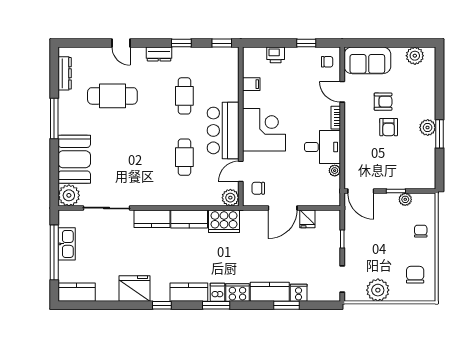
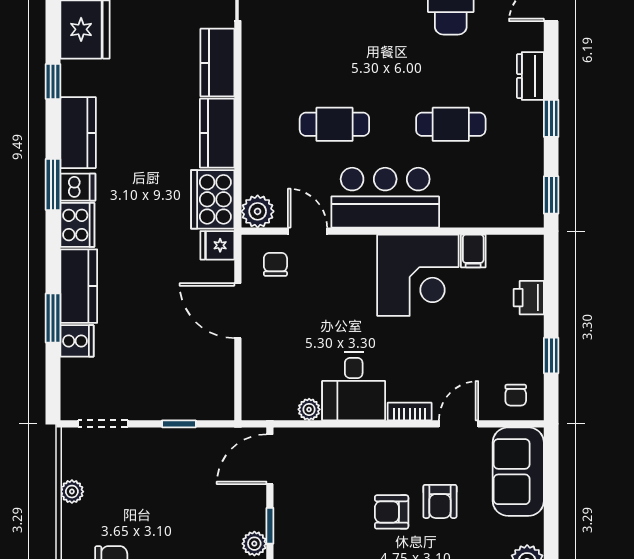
corner desk: (264, 130) -> (418, 275), moved
fridge: (307, 219) -> (217, 245), moved
plant: (378, 290) -> (72, 492), width x0.53, depth x0.53

